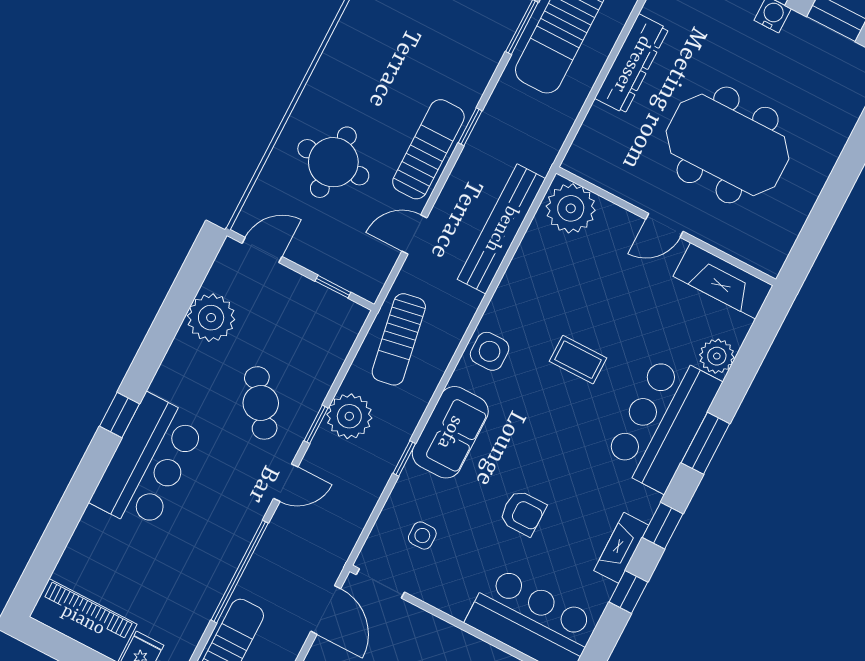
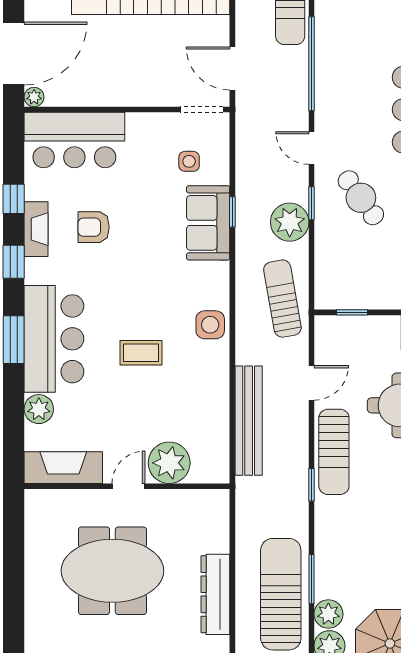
plant: (571, 208) -> (169, 463), moved
sofa: (450, 432) -> (208, 223), moved
door: (286, 483) -> (311, 148), hinge flipped
armchair: (523, 513) -> (94, 227), moved

